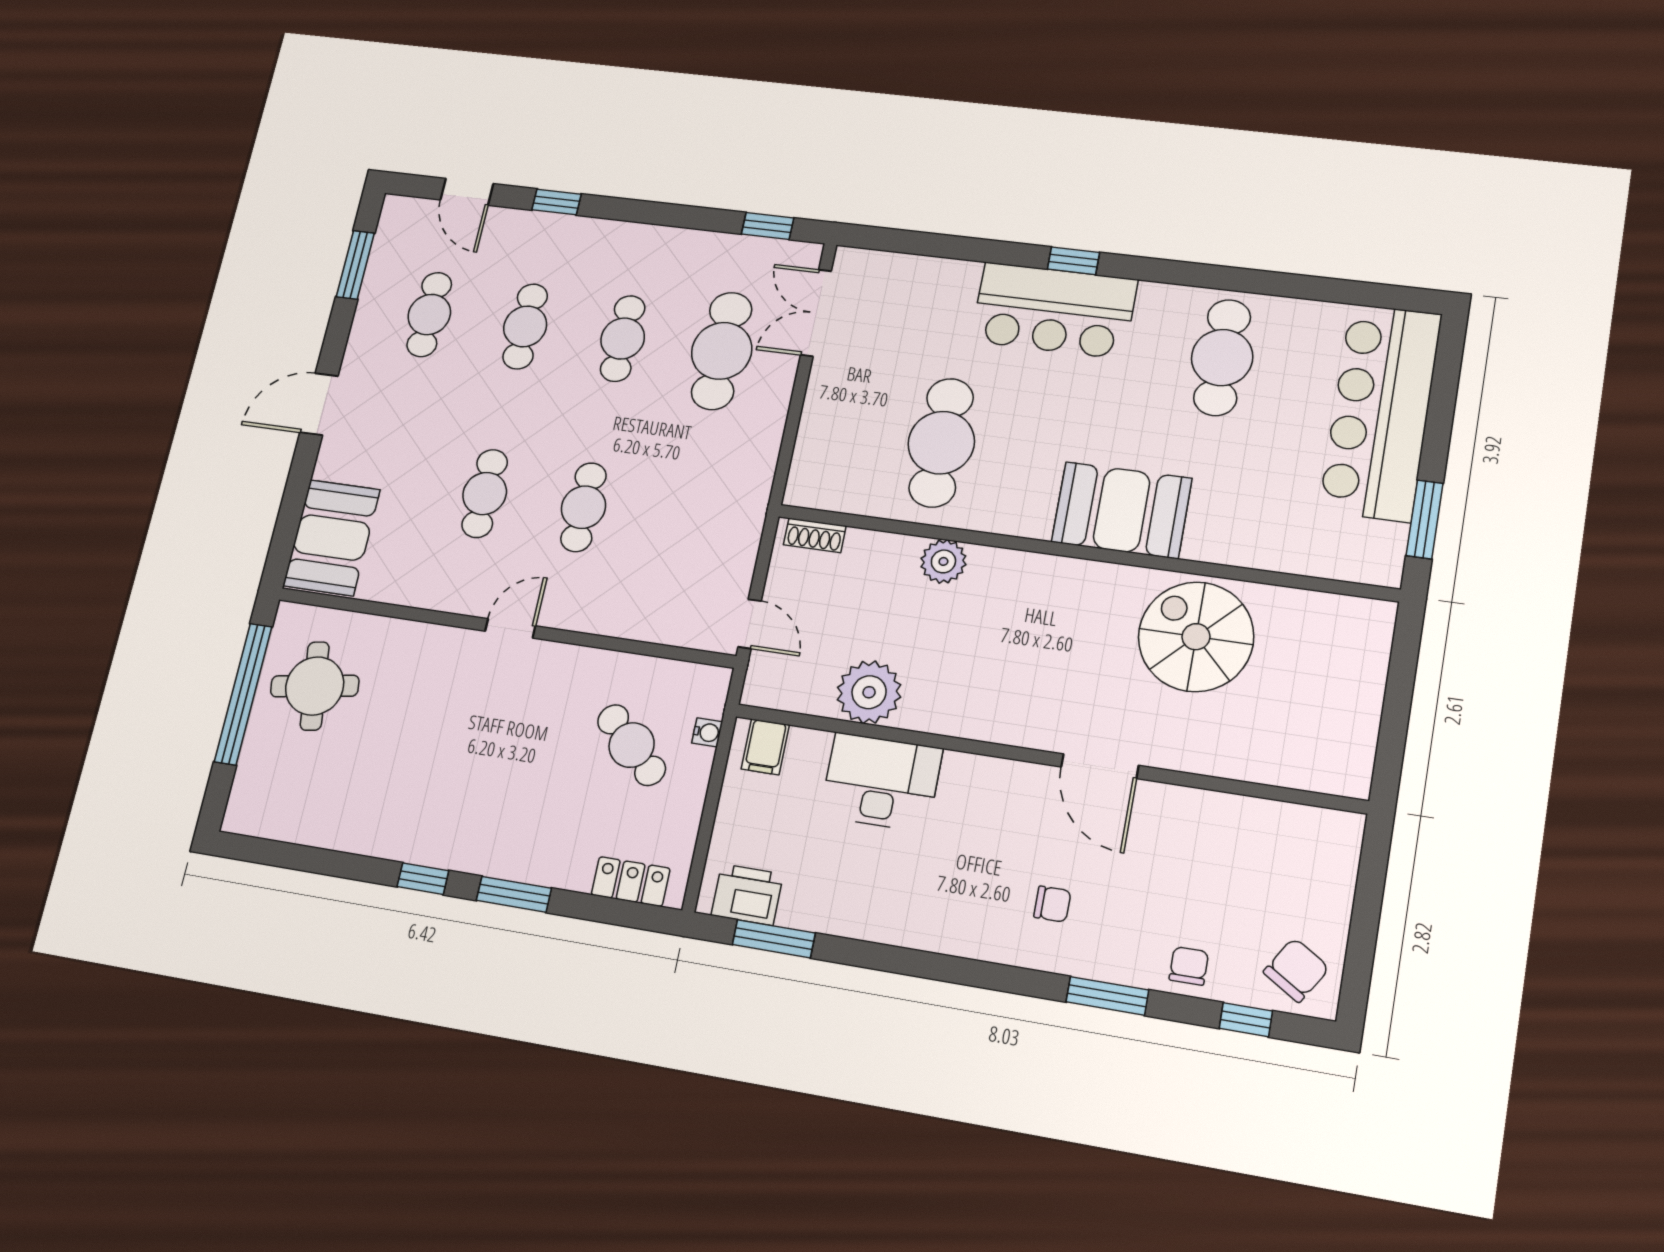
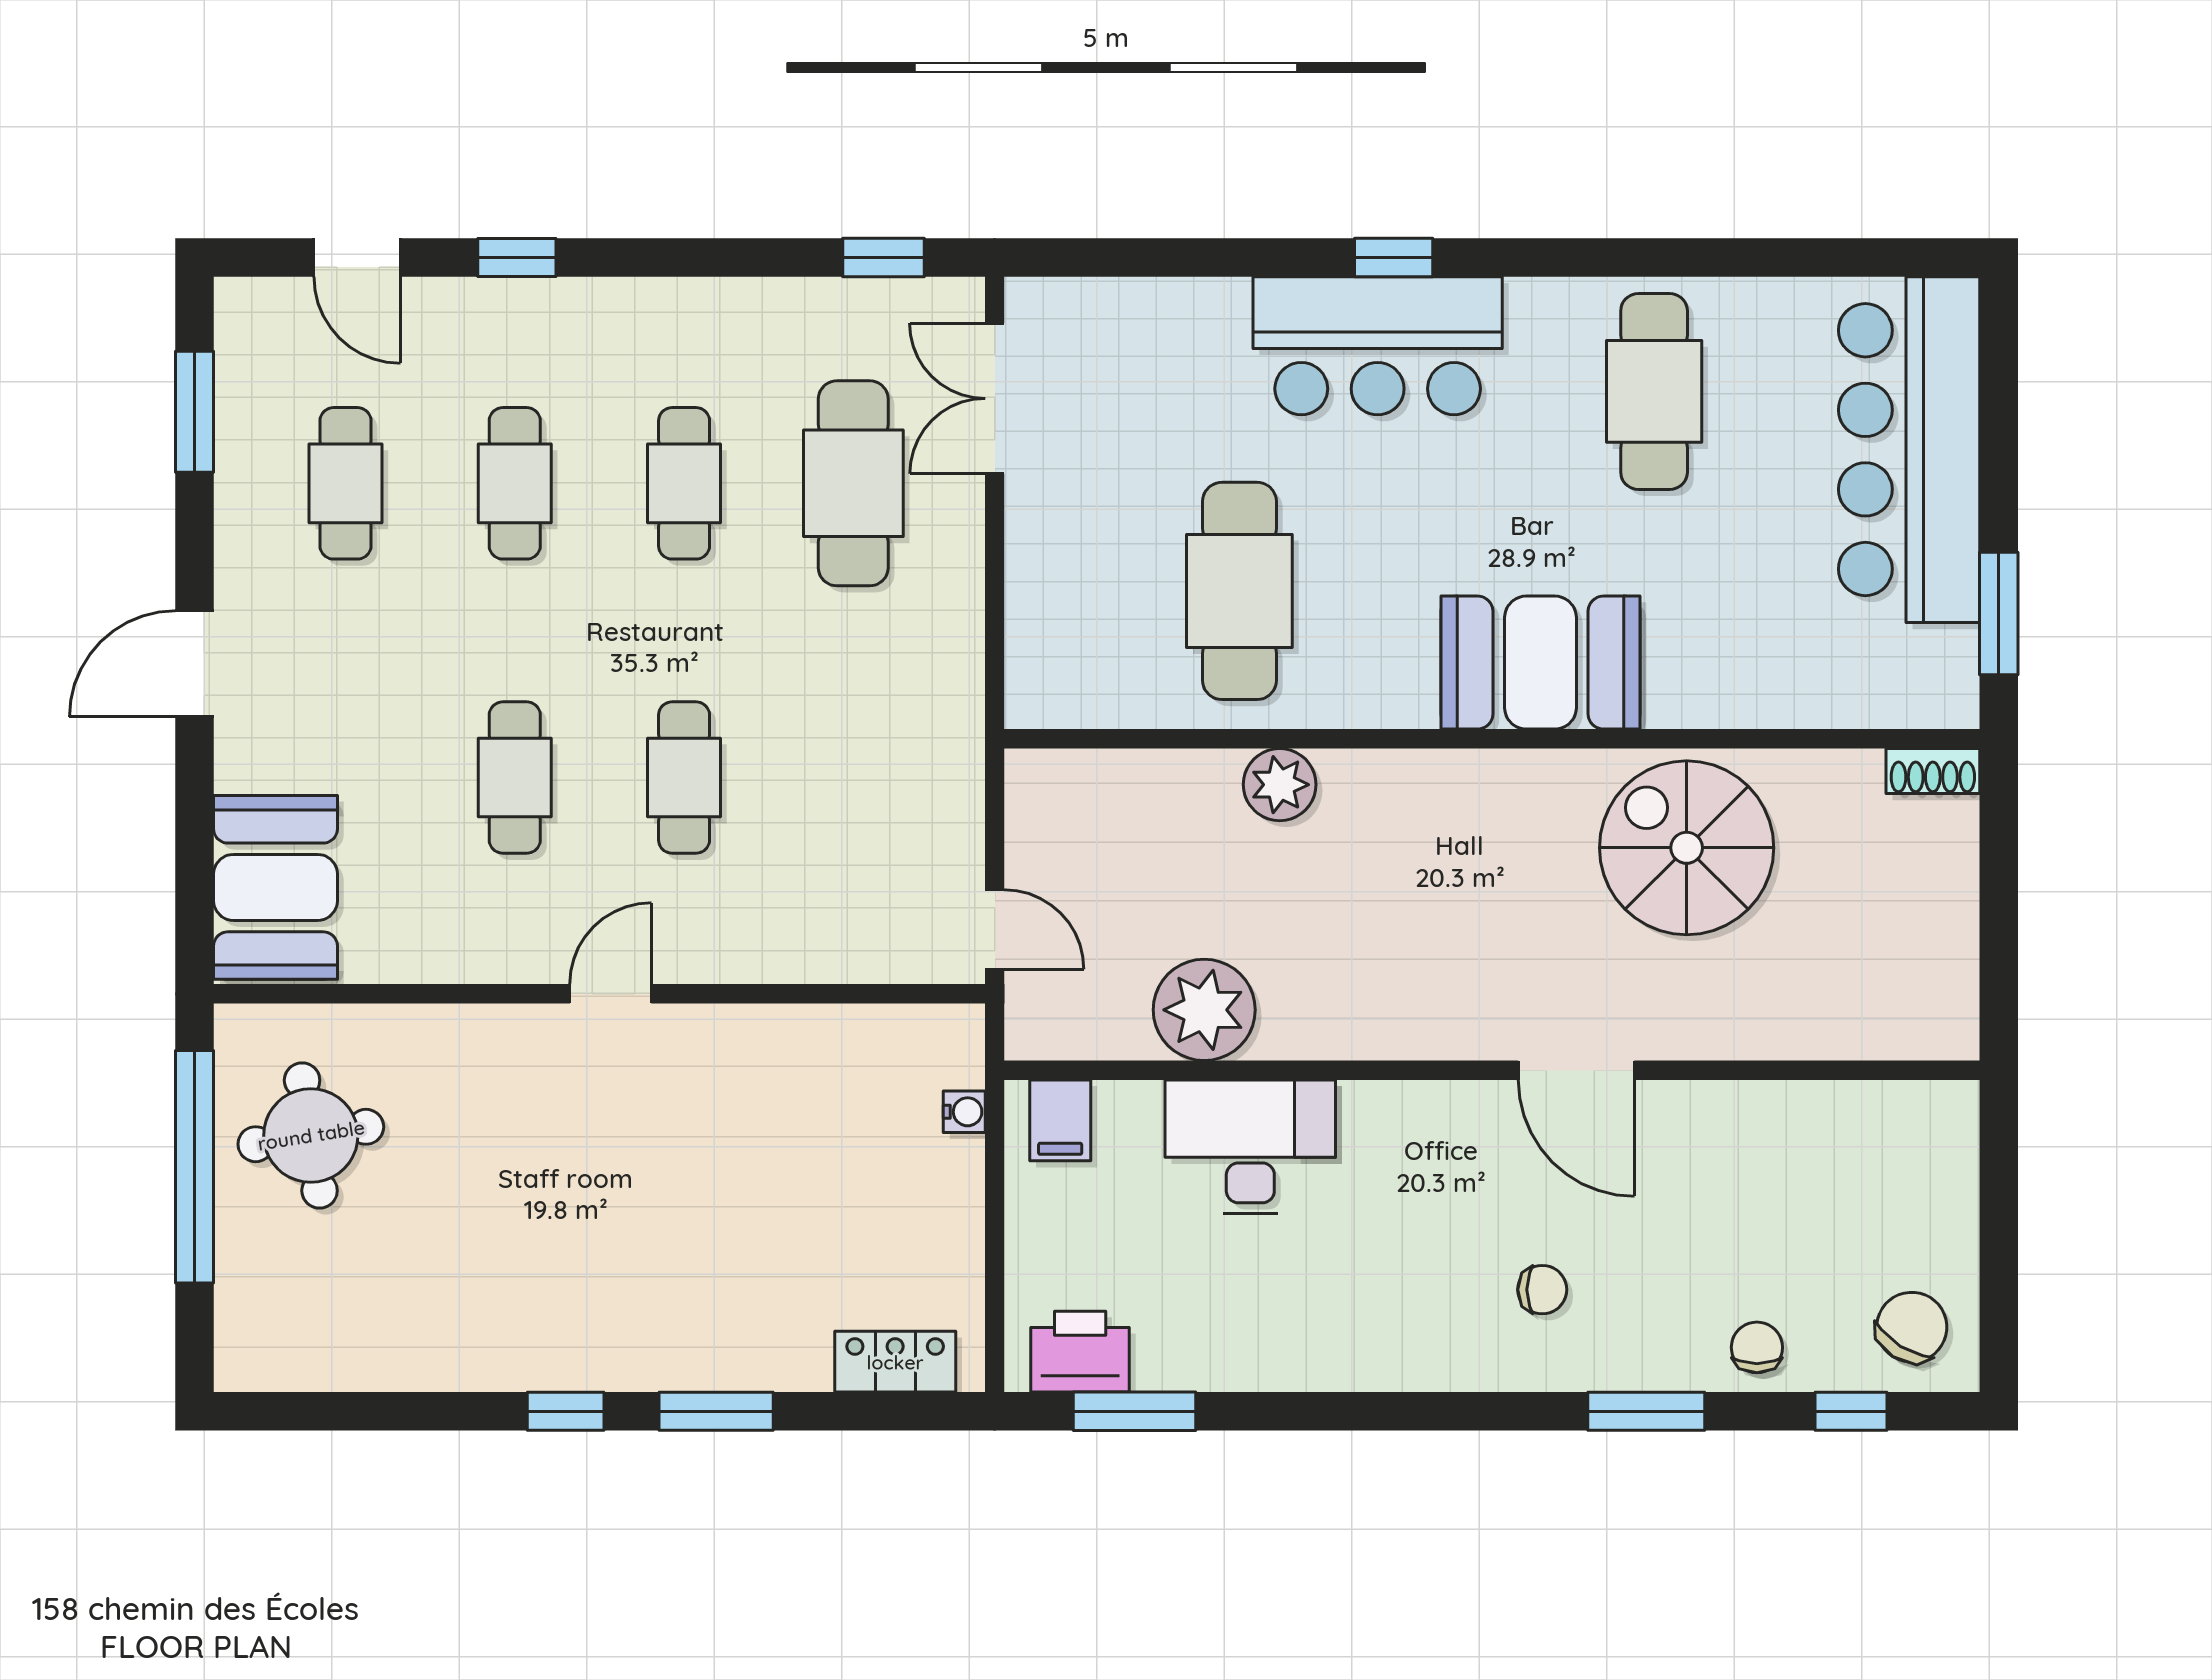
shoe rack: (815, 535) -> (1933, 771), moved
cafe table: (632, 745) -> (849, 1150), removed

